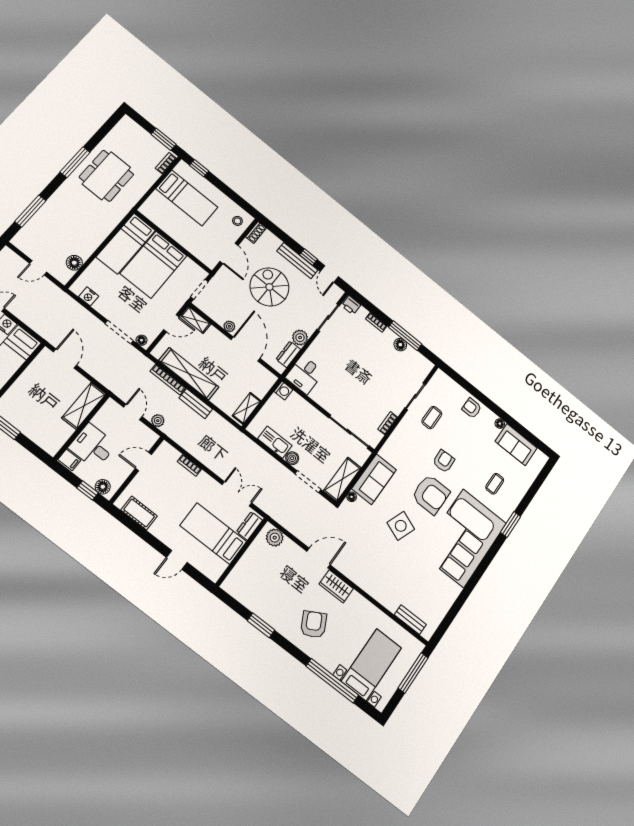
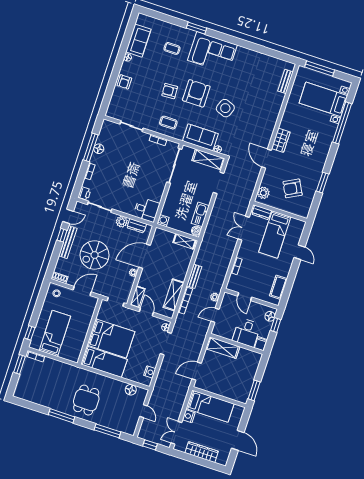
dining table: (106, 176) -> (86, 400), moved, width x0.73
shelving: (189, 374) -> (174, 295), width x0.68
coffee table: (432, 418) -> (168, 123), moved
boiler: (292, 458) -> (196, 231), moved
corner sofa: (463, 538) -> (212, 53), width x0.73, depth x0.74
armchair: (314, 624) -> (293, 188), moved

